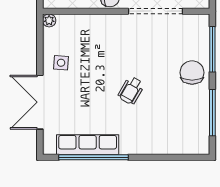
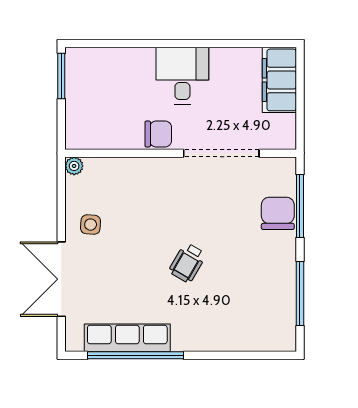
chair: (192, 73) -> (278, 213), moved

